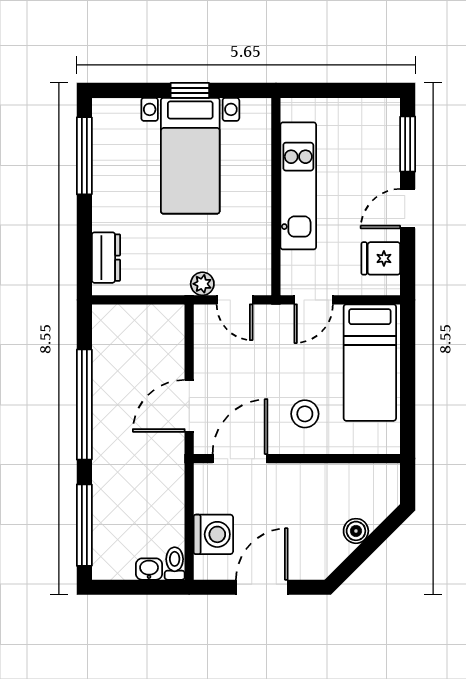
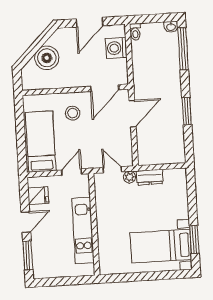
window: (190, 90) -> (142, 276), removed
window: (84, 156) -> (194, 239), width x0.69
bed with nightstands: (190, 156) -> (161, 246), moved, turned -90
dresser: (106, 258) -> (150, 177), moved, turned -90
window: (84, 405) -> (187, 111), width x0.47
boiler: (356, 531) -> (47, 58), width x1.86, depth x1.86
washbasin: (149, 569) -> (171, 27), moved

